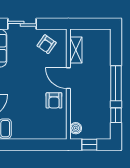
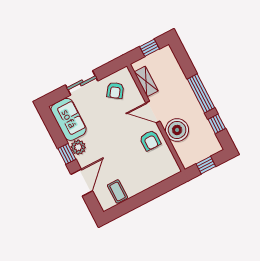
window: (93, 24) -> (149, 48), added
boiler: (76, 128) -> (177, 130), moved, width x1.86, depth x1.86

